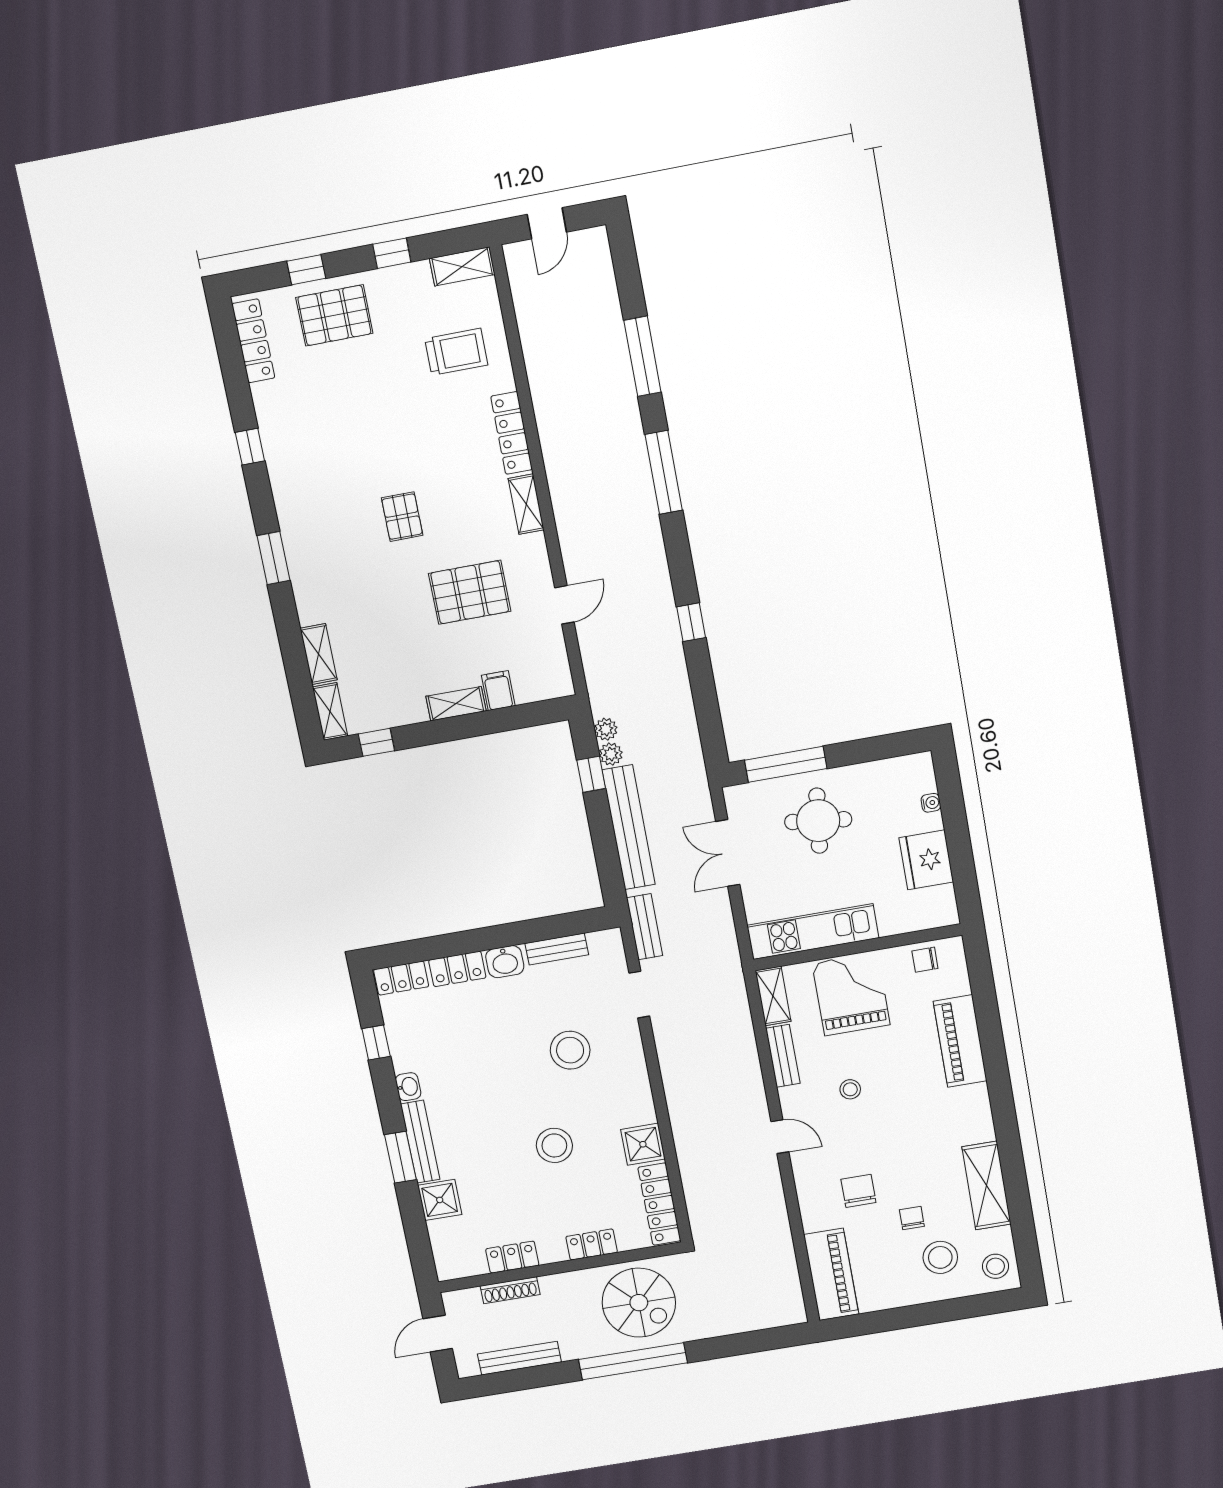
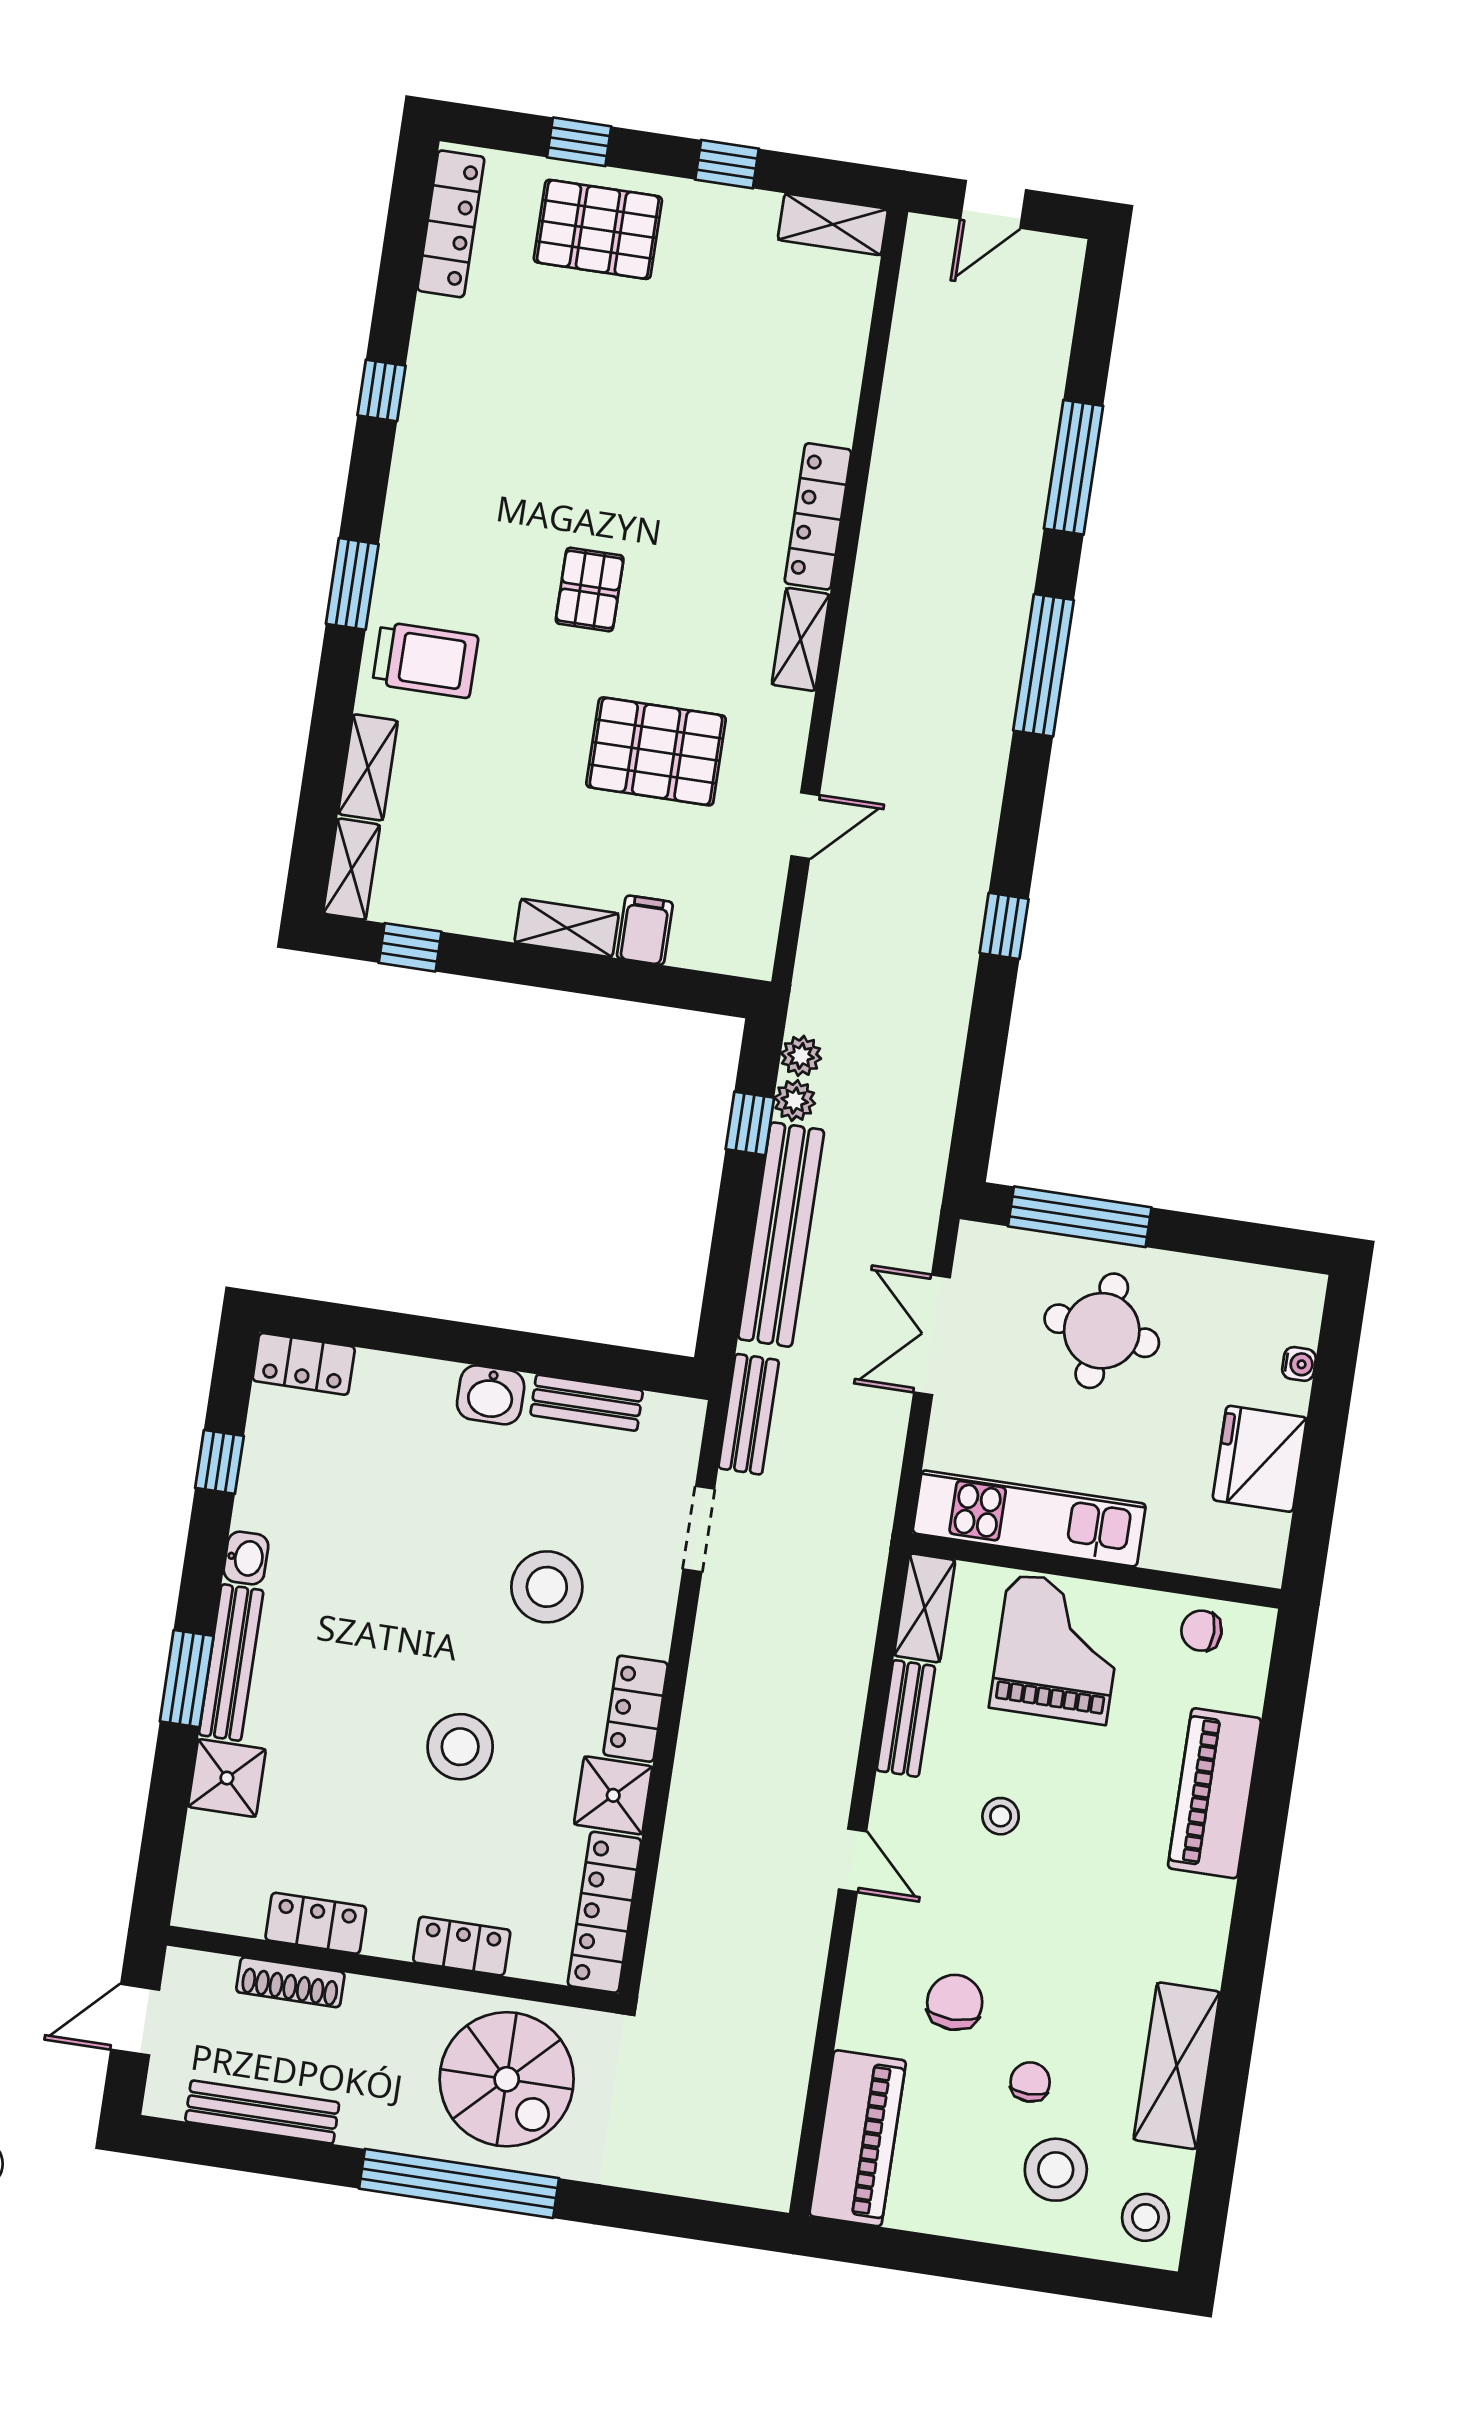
trolley: (456, 352) -> (425, 660), moved
locker: (457, 969) -> (636, 1709), moved, turned 90

